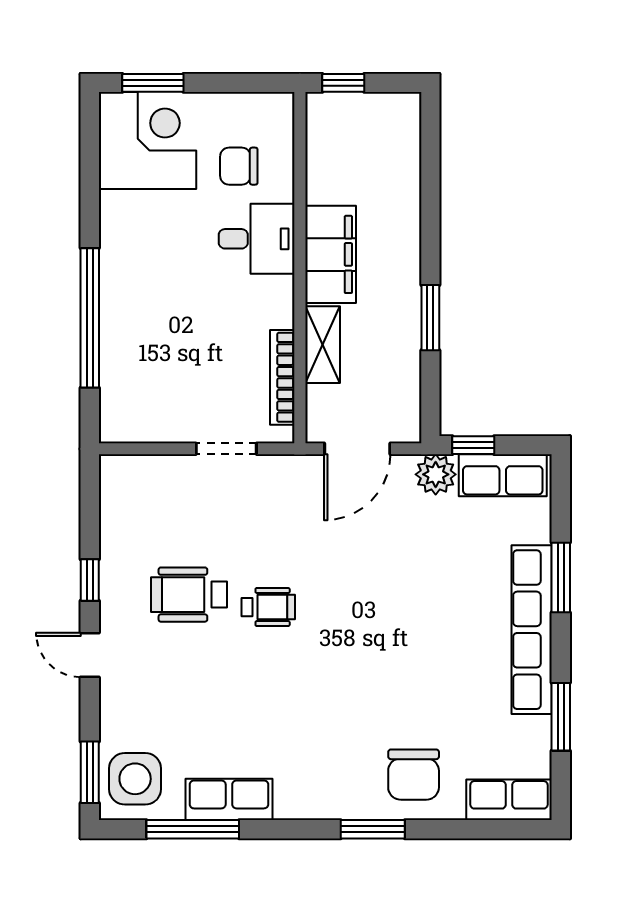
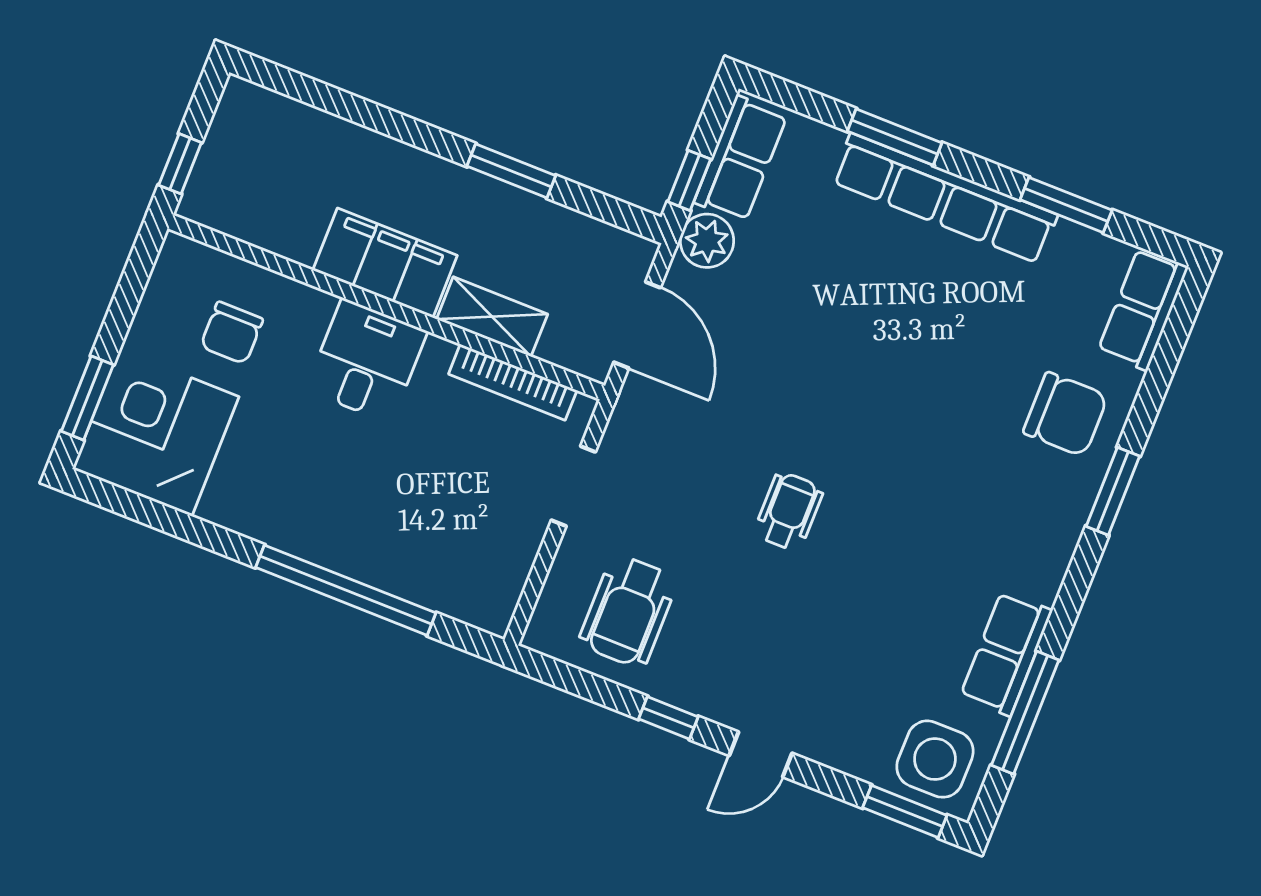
desk: (257, 239) -> (366, 361), moved
wheelchair: (189, 595) -> (628, 611), moved

